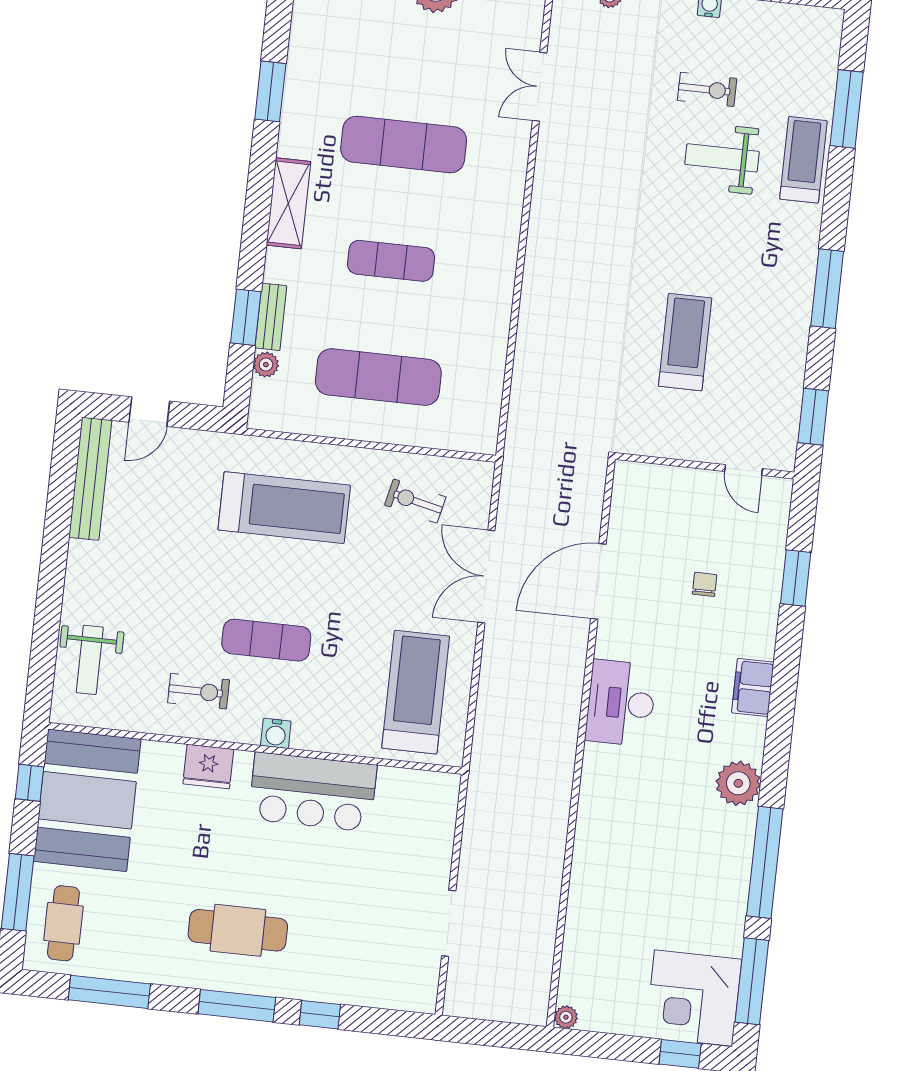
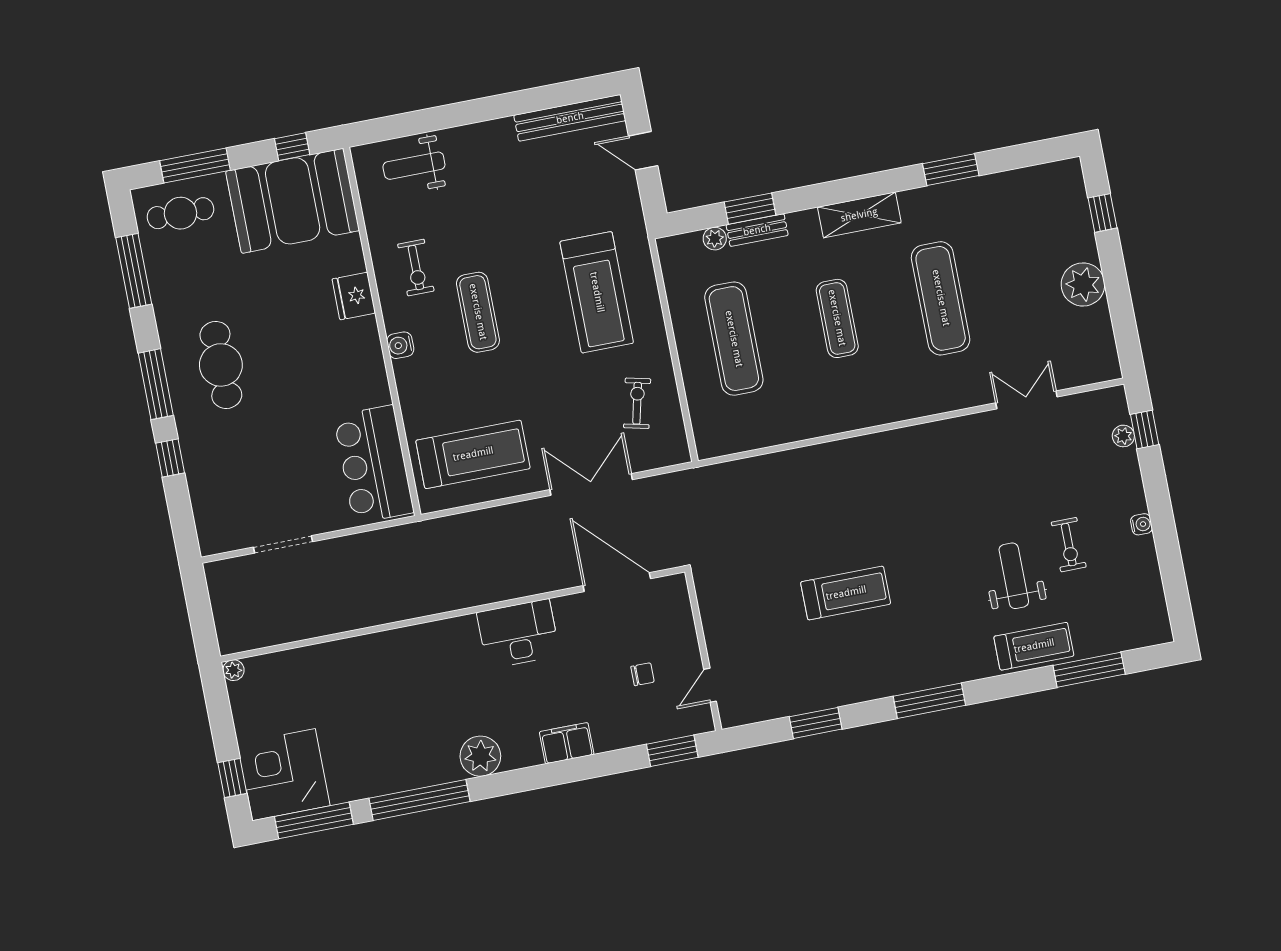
wall: (705, 466) -> (703, 651), moved
door: (744, 470) -> (710, 685), moved
bar counter: (313, 792) -> (374, 464), moved

